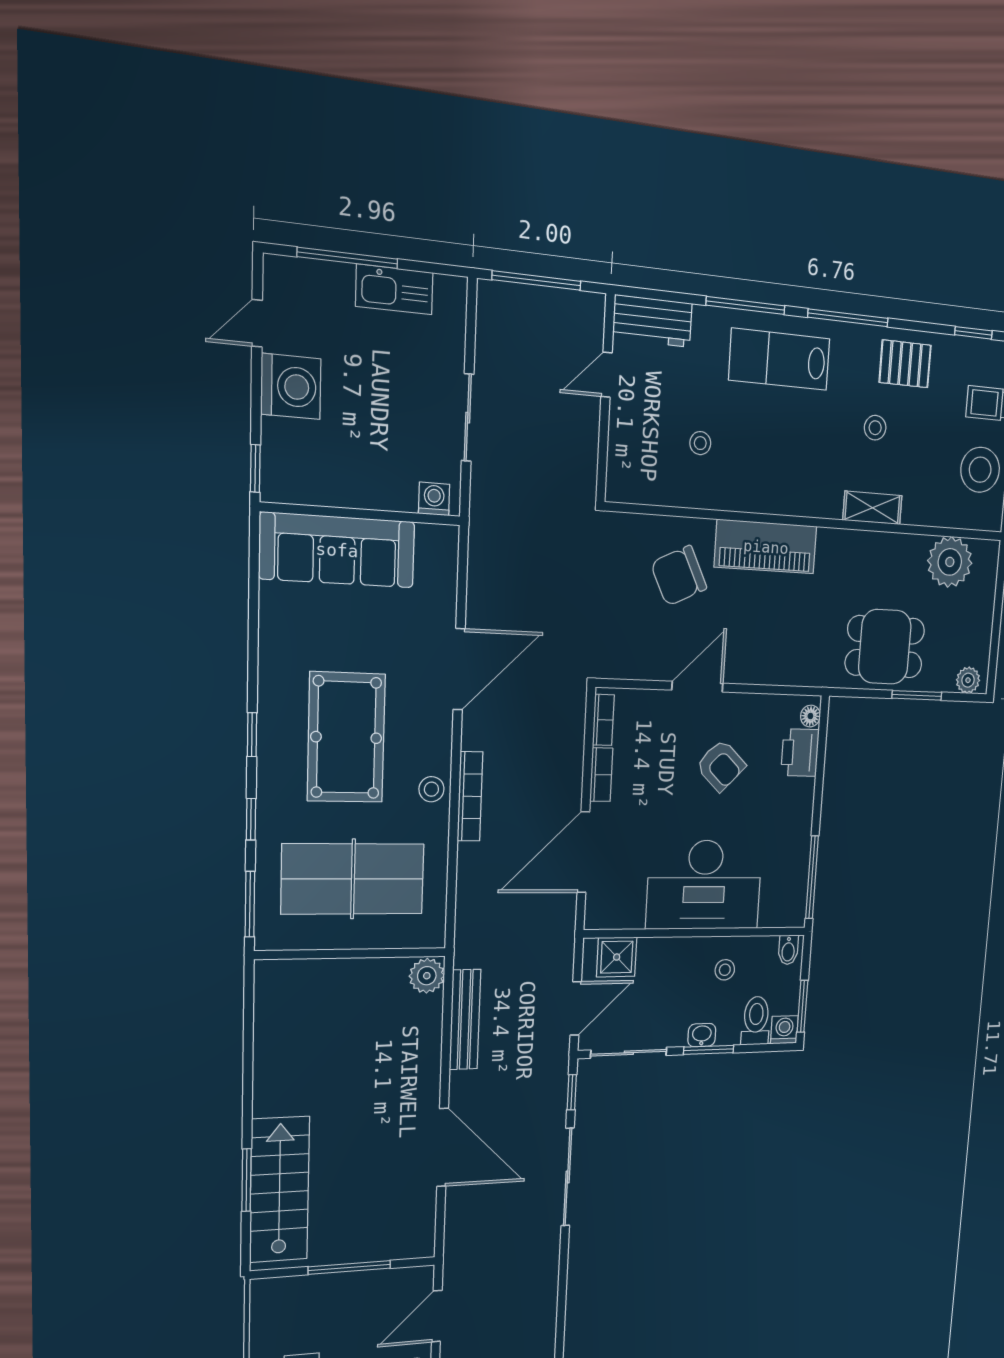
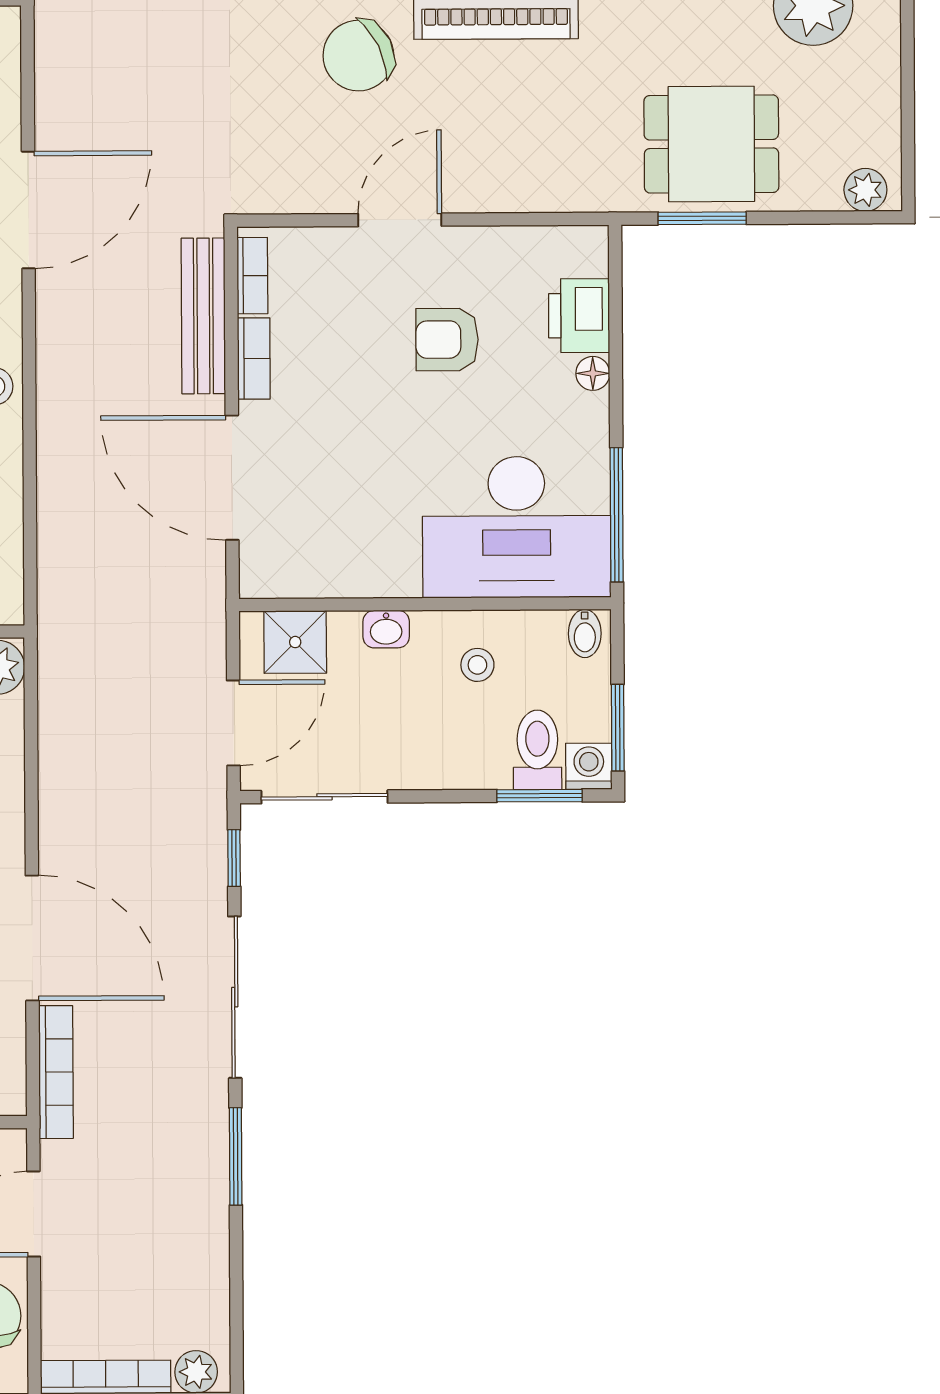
window: (917, 695) -> (702, 218), moved
floor lamp: (810, 716) -> (593, 373), moved
armchair: (721, 766) -> (447, 339), turned 136
bookcase: (470, 796) -> (56, 1072), moved
door: (583, 852) -> (232, 478), hinge flipped
desk: (704, 885) -> (517, 527), moved
bench: (465, 1020) -> (203, 316), moved
washbasin: (702, 1035) -> (386, 629), moved, turned 180
window: (709, 1050) -> (539, 796), moved
window: (563, 1272) -> (236, 1156), added

